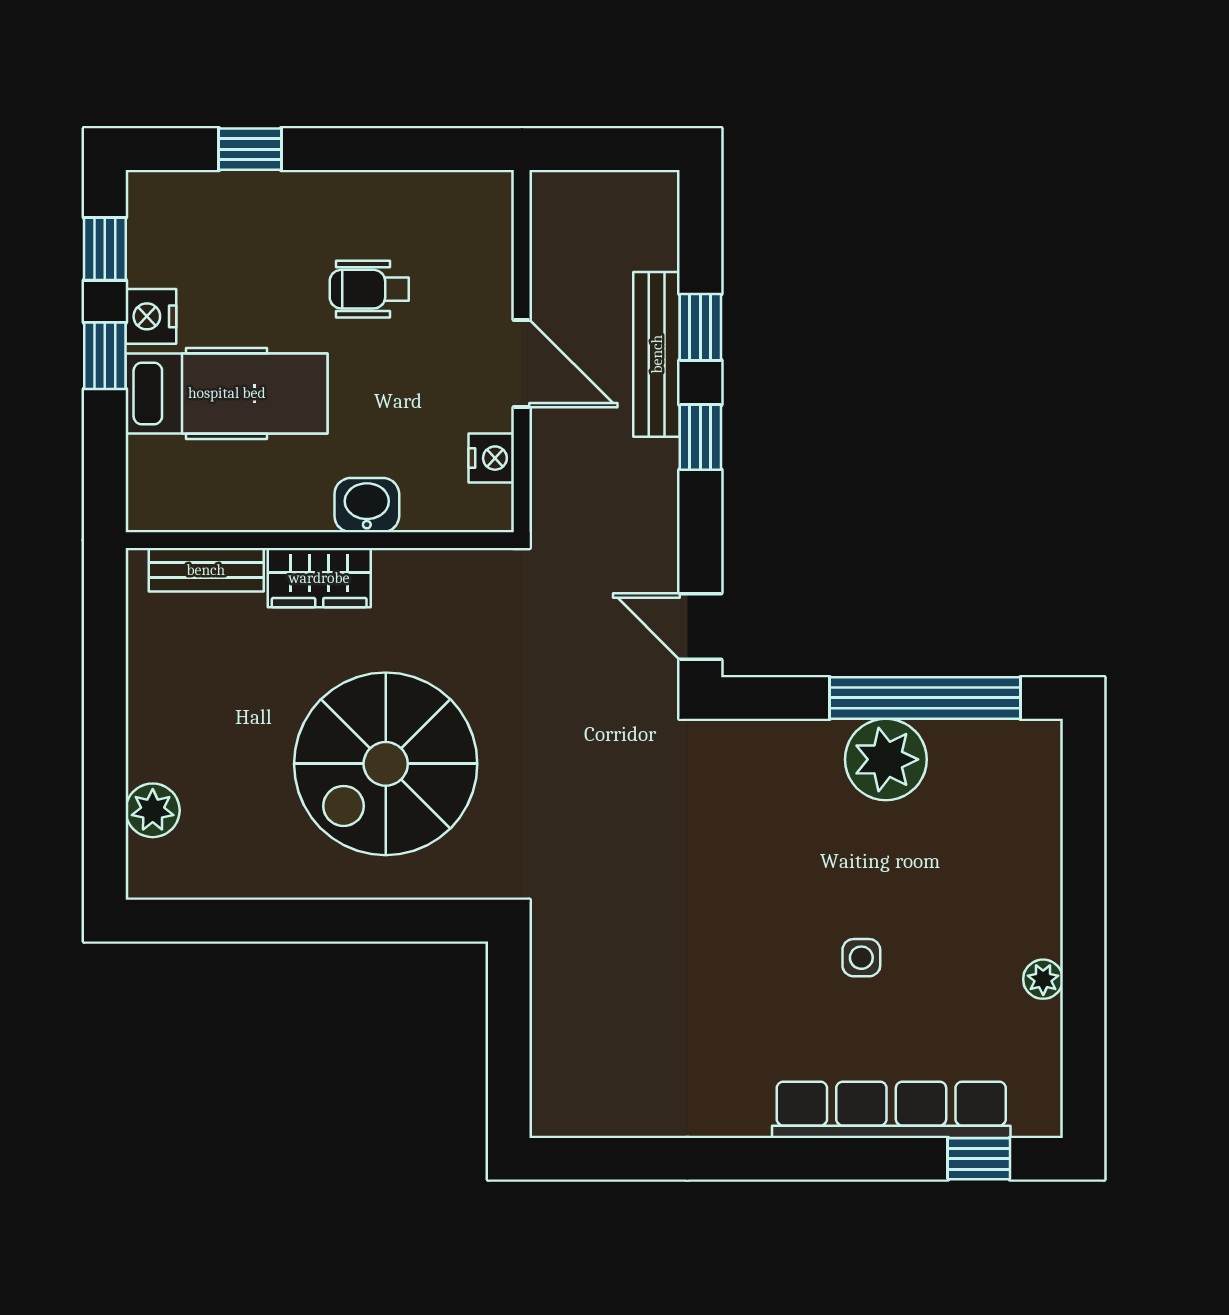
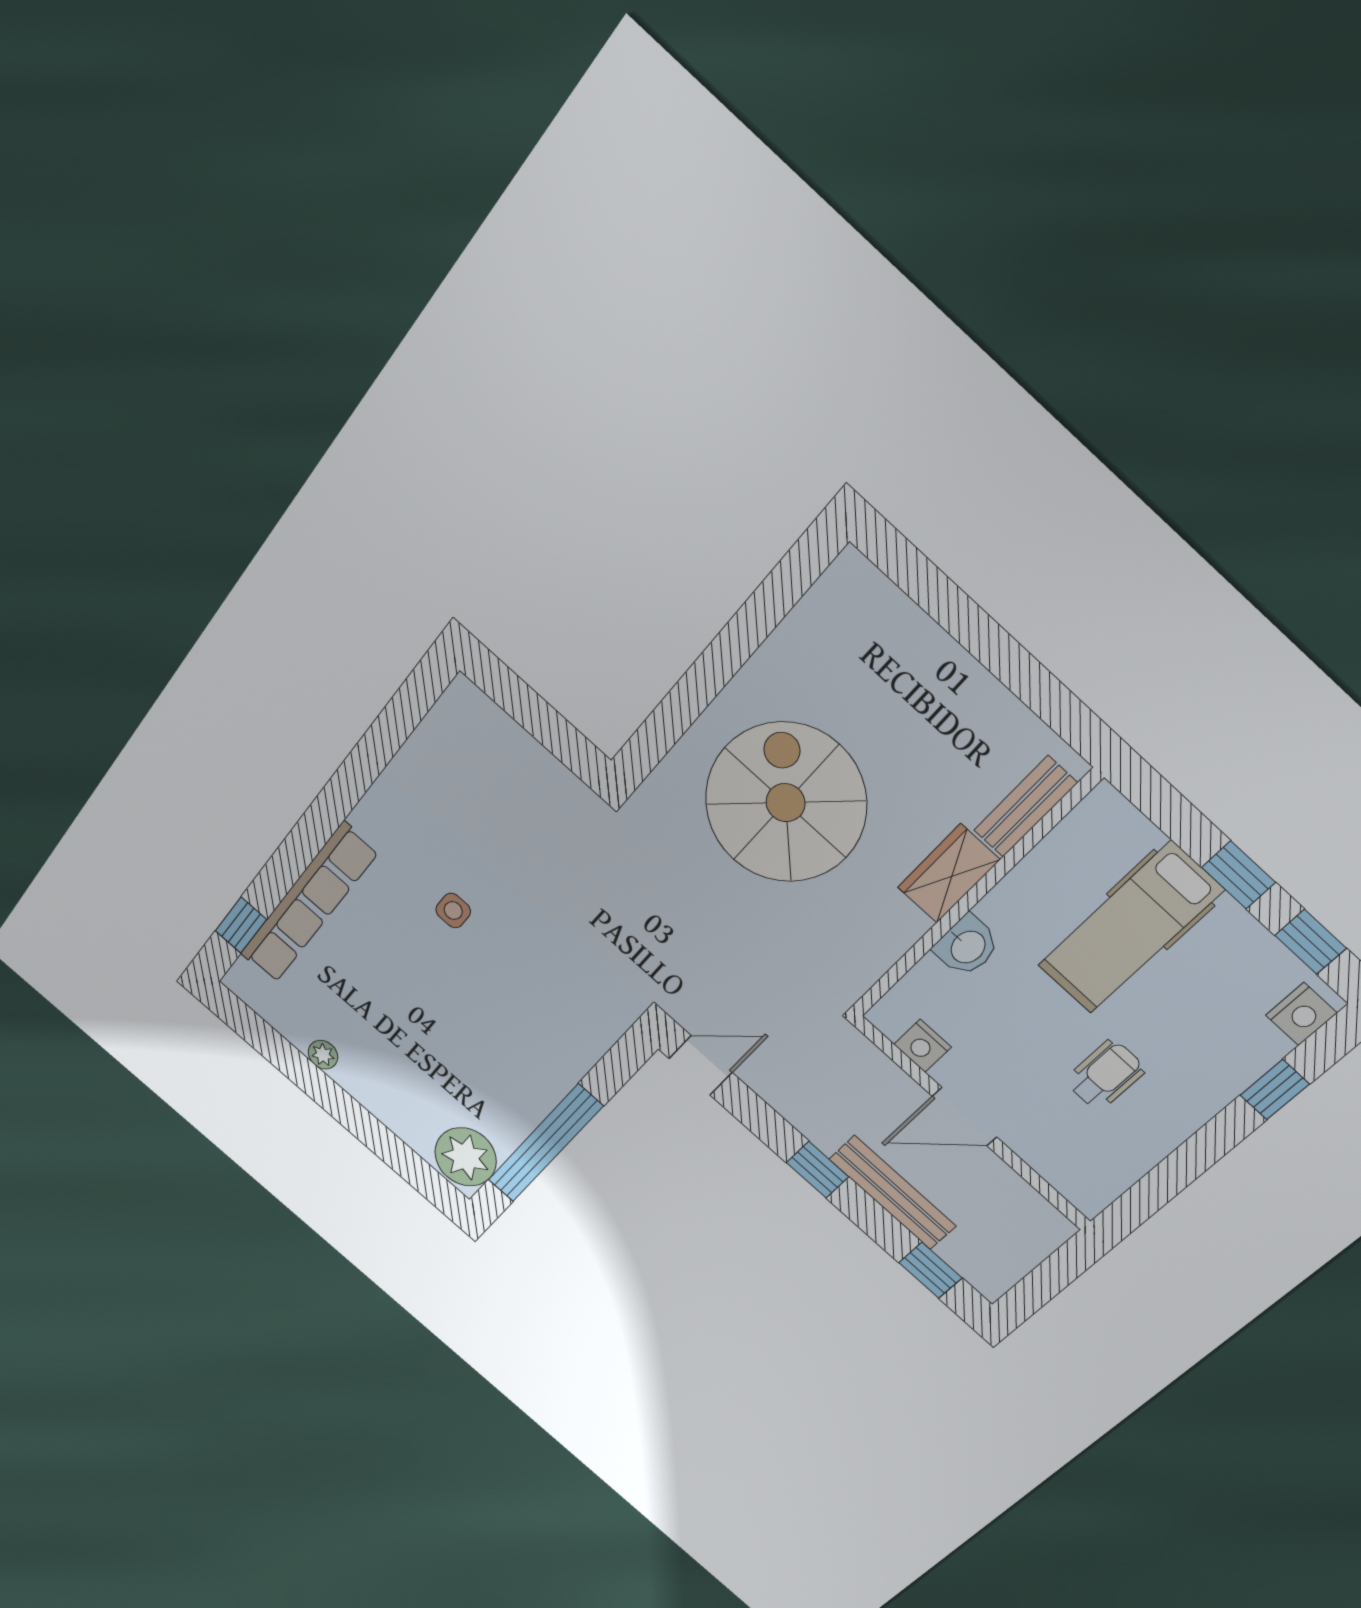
nightstand: (151, 316) -> (1301, 1014), moved, turned 90
window: (700, 327) -> (930, 1270), moved
plant: (886, 759) -> (466, 1157), moved
plant: (153, 810) -> (895, 618), removed
side table: (861, 958) -> (453, 911), moved

